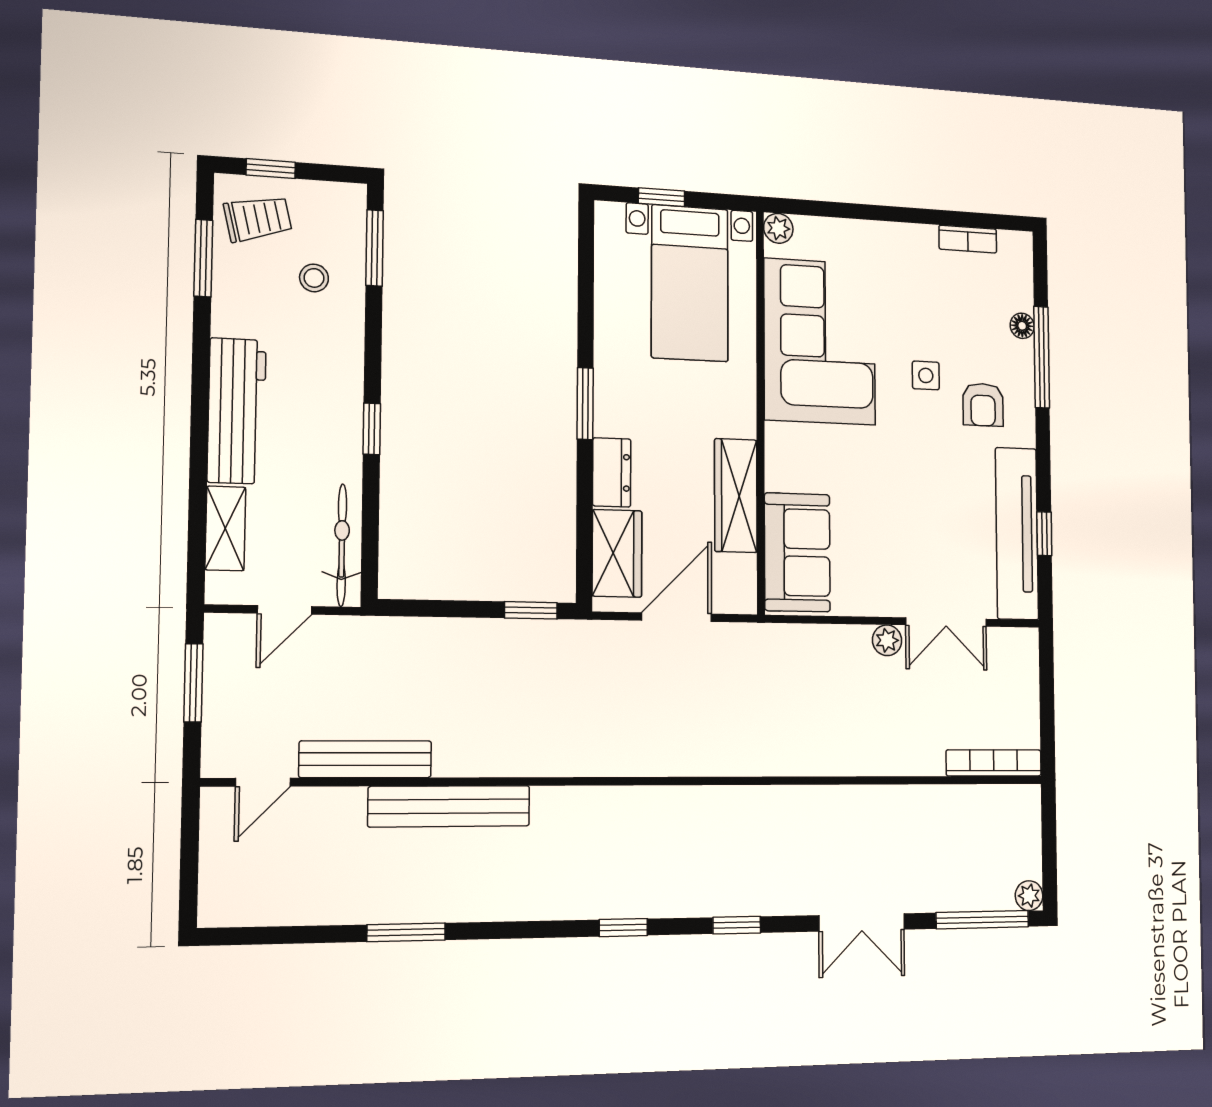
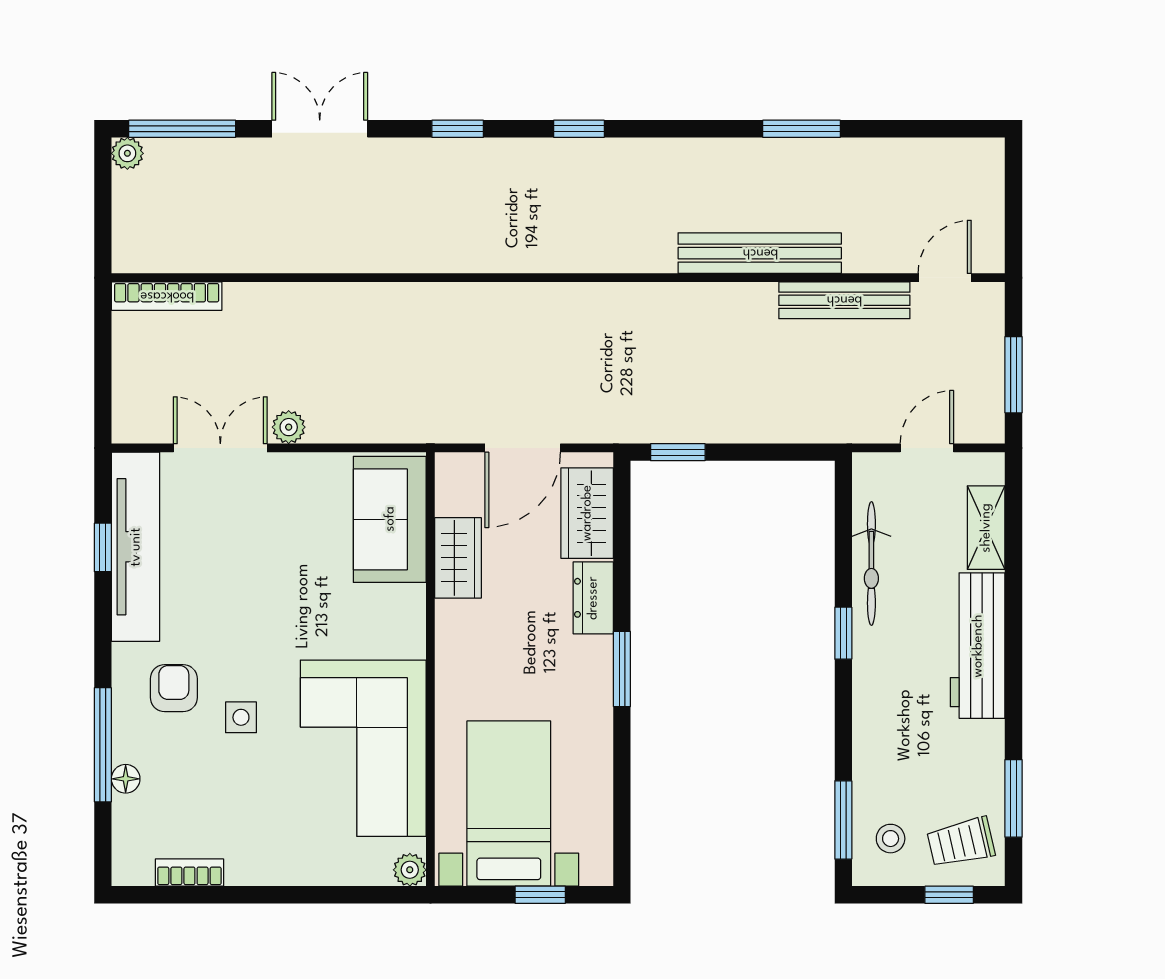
stool: (314, 278) -> (891, 839), moved
wardrobe: (736, 496) -> (458, 558), width x0.67
bicycle: (342, 545) -> (871, 564), moved

